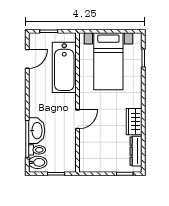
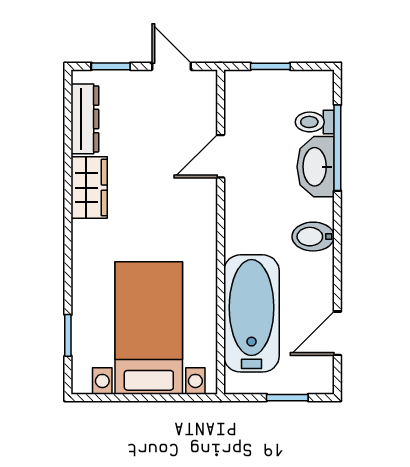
door: (78, 119) -> (221, 156), moved
bidet: (38, 162) -> (313, 237), moved
door: (99, 174) -> (172, 66), added

